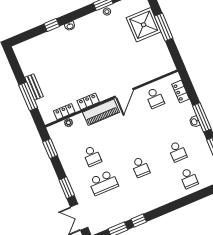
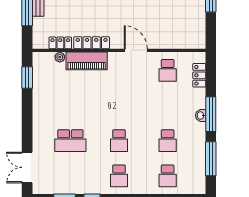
door: (124, 93) -> (136, 50), swing flipped
locker: (88, 101) -> (92, 43), width x1.53
piano: (101, 112) -> (87, 61), moved
school desk: (92, 156) -> (119, 176), moved
window: (67, 188) -> (27, 129), removed

